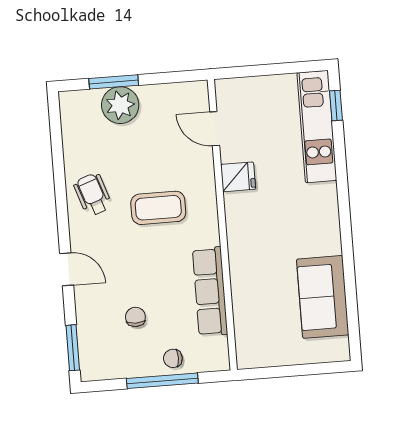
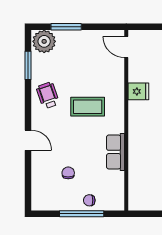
plant: (120, 105) -> (44, 41), moved
door: (215, 129) -> (126, 47), moved
row of seats: (210, 291) -> (116, 152), width x0.68
window: (73, 348) -> (28, 65), moved

